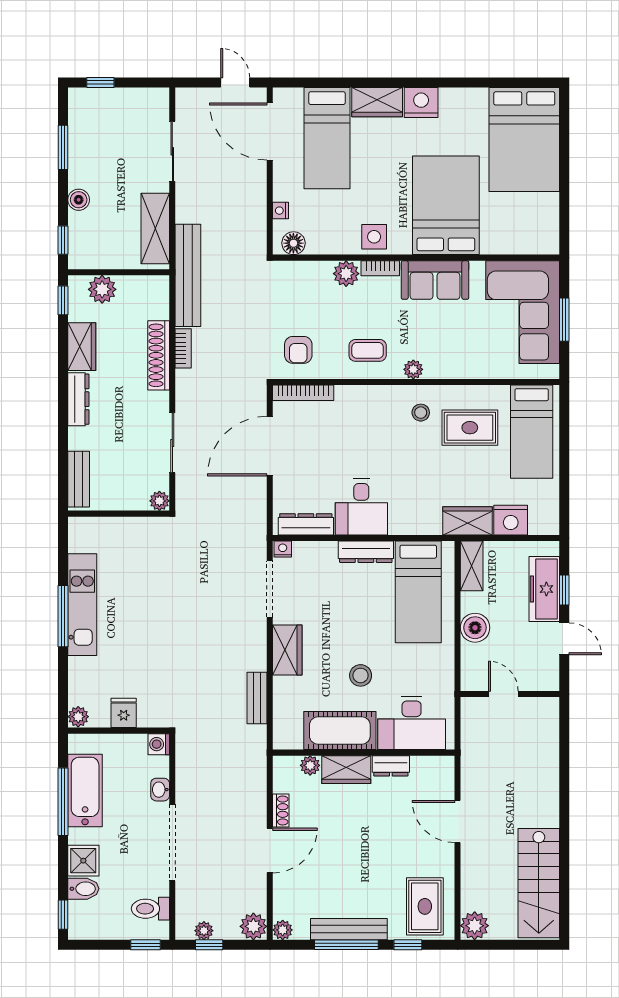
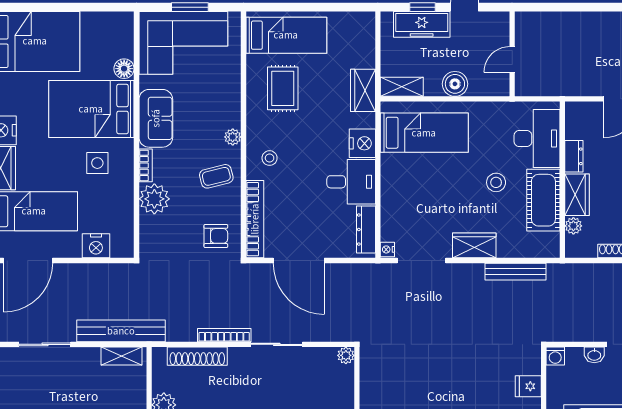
nightstand: (281, 211) -> (96, 246), width x1.89, depth x1.79
shelving: (155, 228) -> (121, 356), width x0.67, depth x0.75
side table: (374, 237) -> (97, 163), moved
floor lamp: (293, 243) -> (124, 69), moved
plant: (346, 274) -> (154, 199), width x1.36, depth x1.36
bench: (188, 275) -> (121, 331), moved
bookcase: (183, 348) -> (224, 335), width x1.56
coffee table: (368, 350) -> (216, 176), turned 76
shoe rack: (159, 355) -> (197, 356), moved
bookcase: (303, 393) -> (255, 219), width x1.48, depth x1.31
stool: (421, 413) -> (270, 158), moved
sliding door: (172, 443) -> (277, 344), moved
nightstand: (511, 520) -> (362, 143), moved
dresser: (366, 552) -> (390, 178), removed
bench: (257, 698) -> (515, 272), width x1.36

